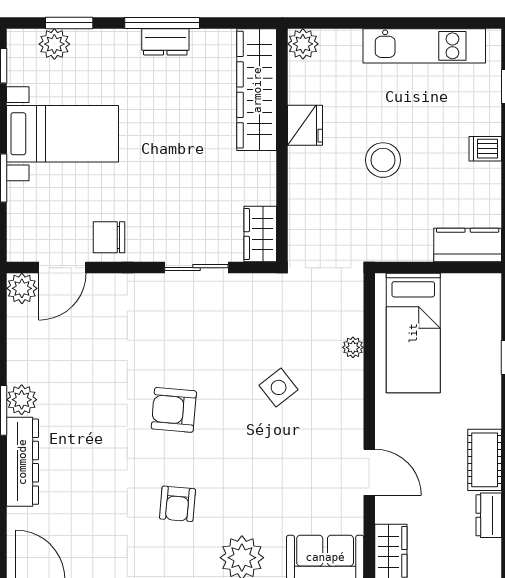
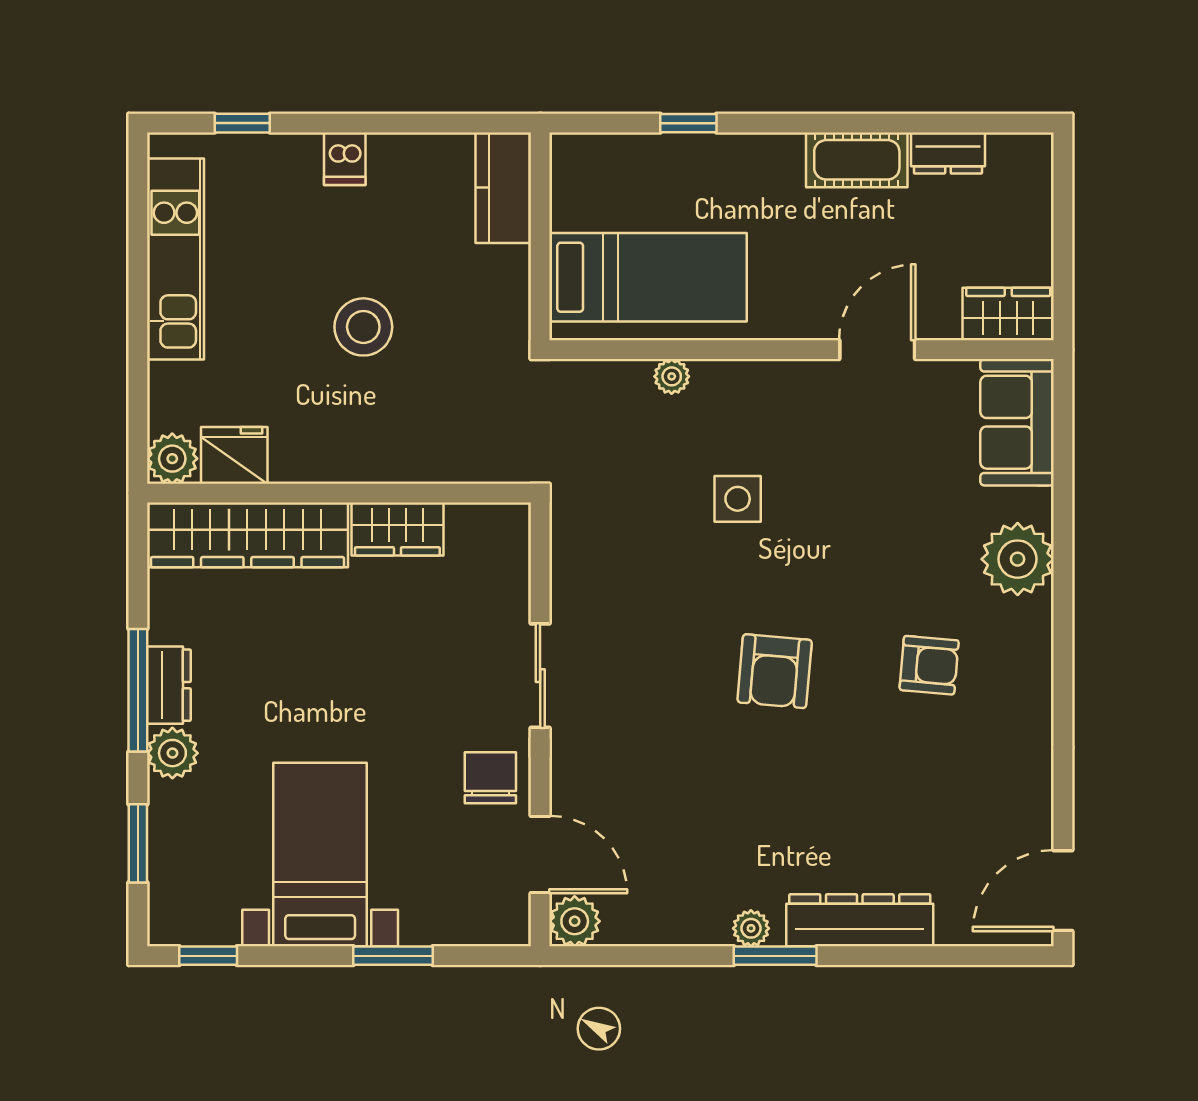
plant: (54, 44) -> (172, 753), moved
fridge: (305, 125) -> (234, 455), moved
wardrobe: (260, 234) -> (397, 529), moved
chair: (109, 237) -> (490, 778), turned 180
sliding door: (196, 268) -> (540, 676), moved
side table: (279, 387) -> (738, 499), turned 38
plant: (22, 400) -> (751, 928), width x0.73, depth x0.73

